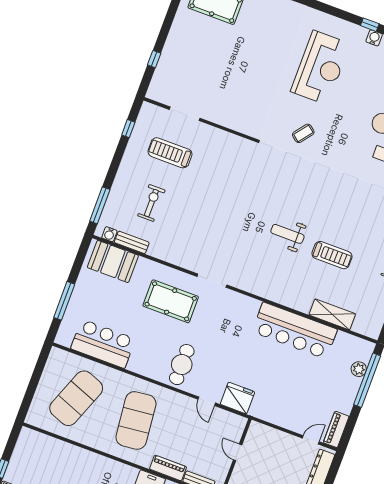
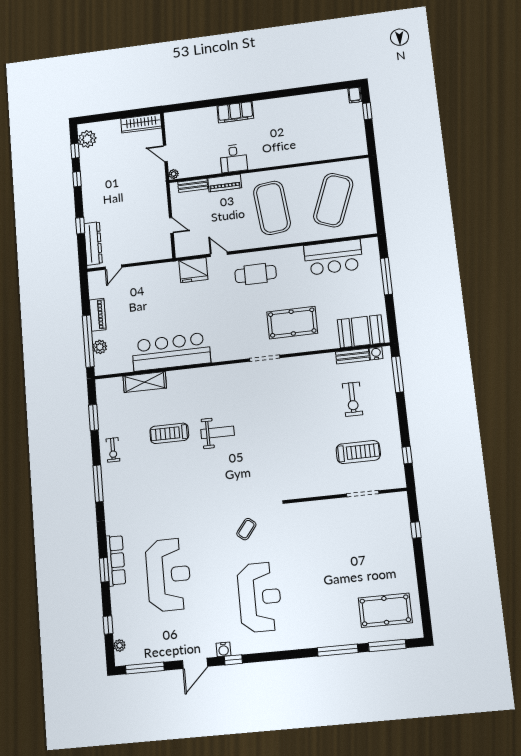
reception desk: (320, 68) -> (260, 597), turned 180
cafe table: (182, 365) -> (256, 274), turned 90
piano: (336, 429) -> (98, 315), moved

